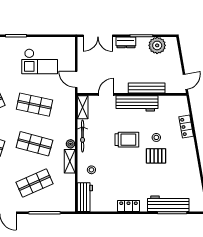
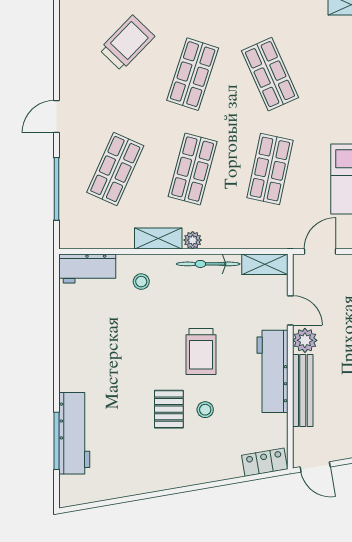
plant: (121, 87) -> (305, 340), added
locker: (186, 127) -> (265, 462), moved
shop shelf: (34, 183) -> (115, 169), turned 48
locker: (128, 206) -> (70, 355), removed

